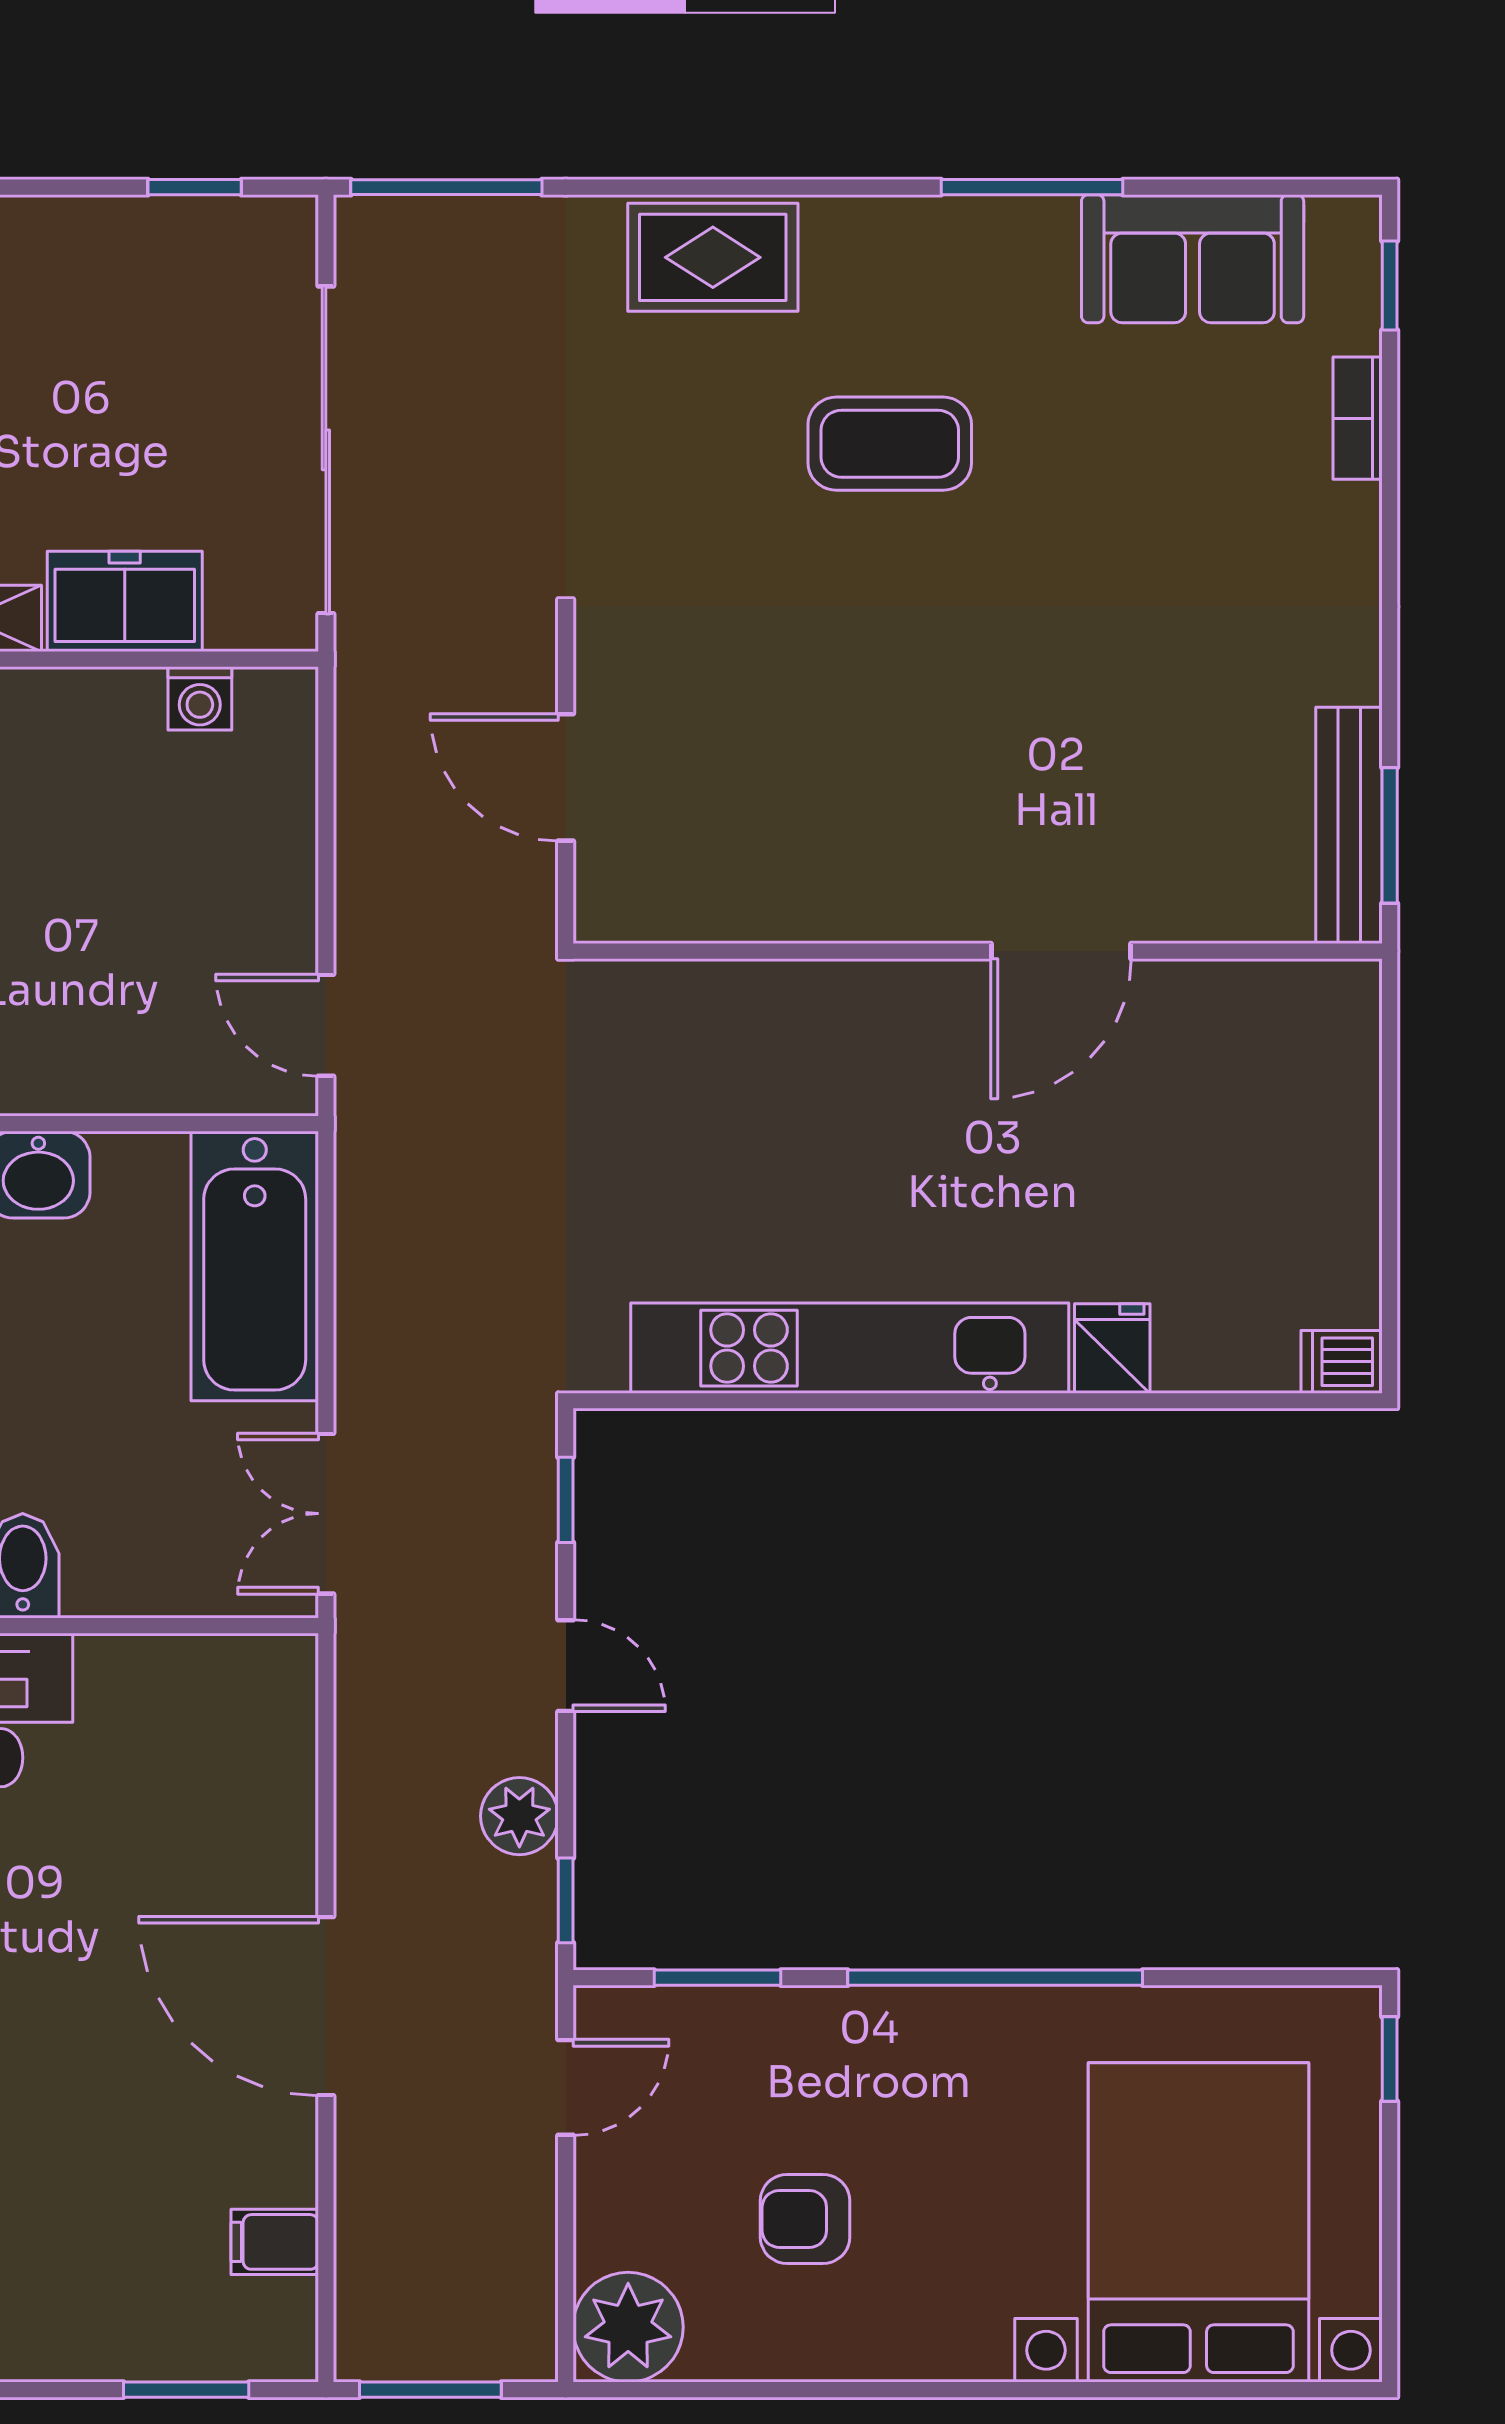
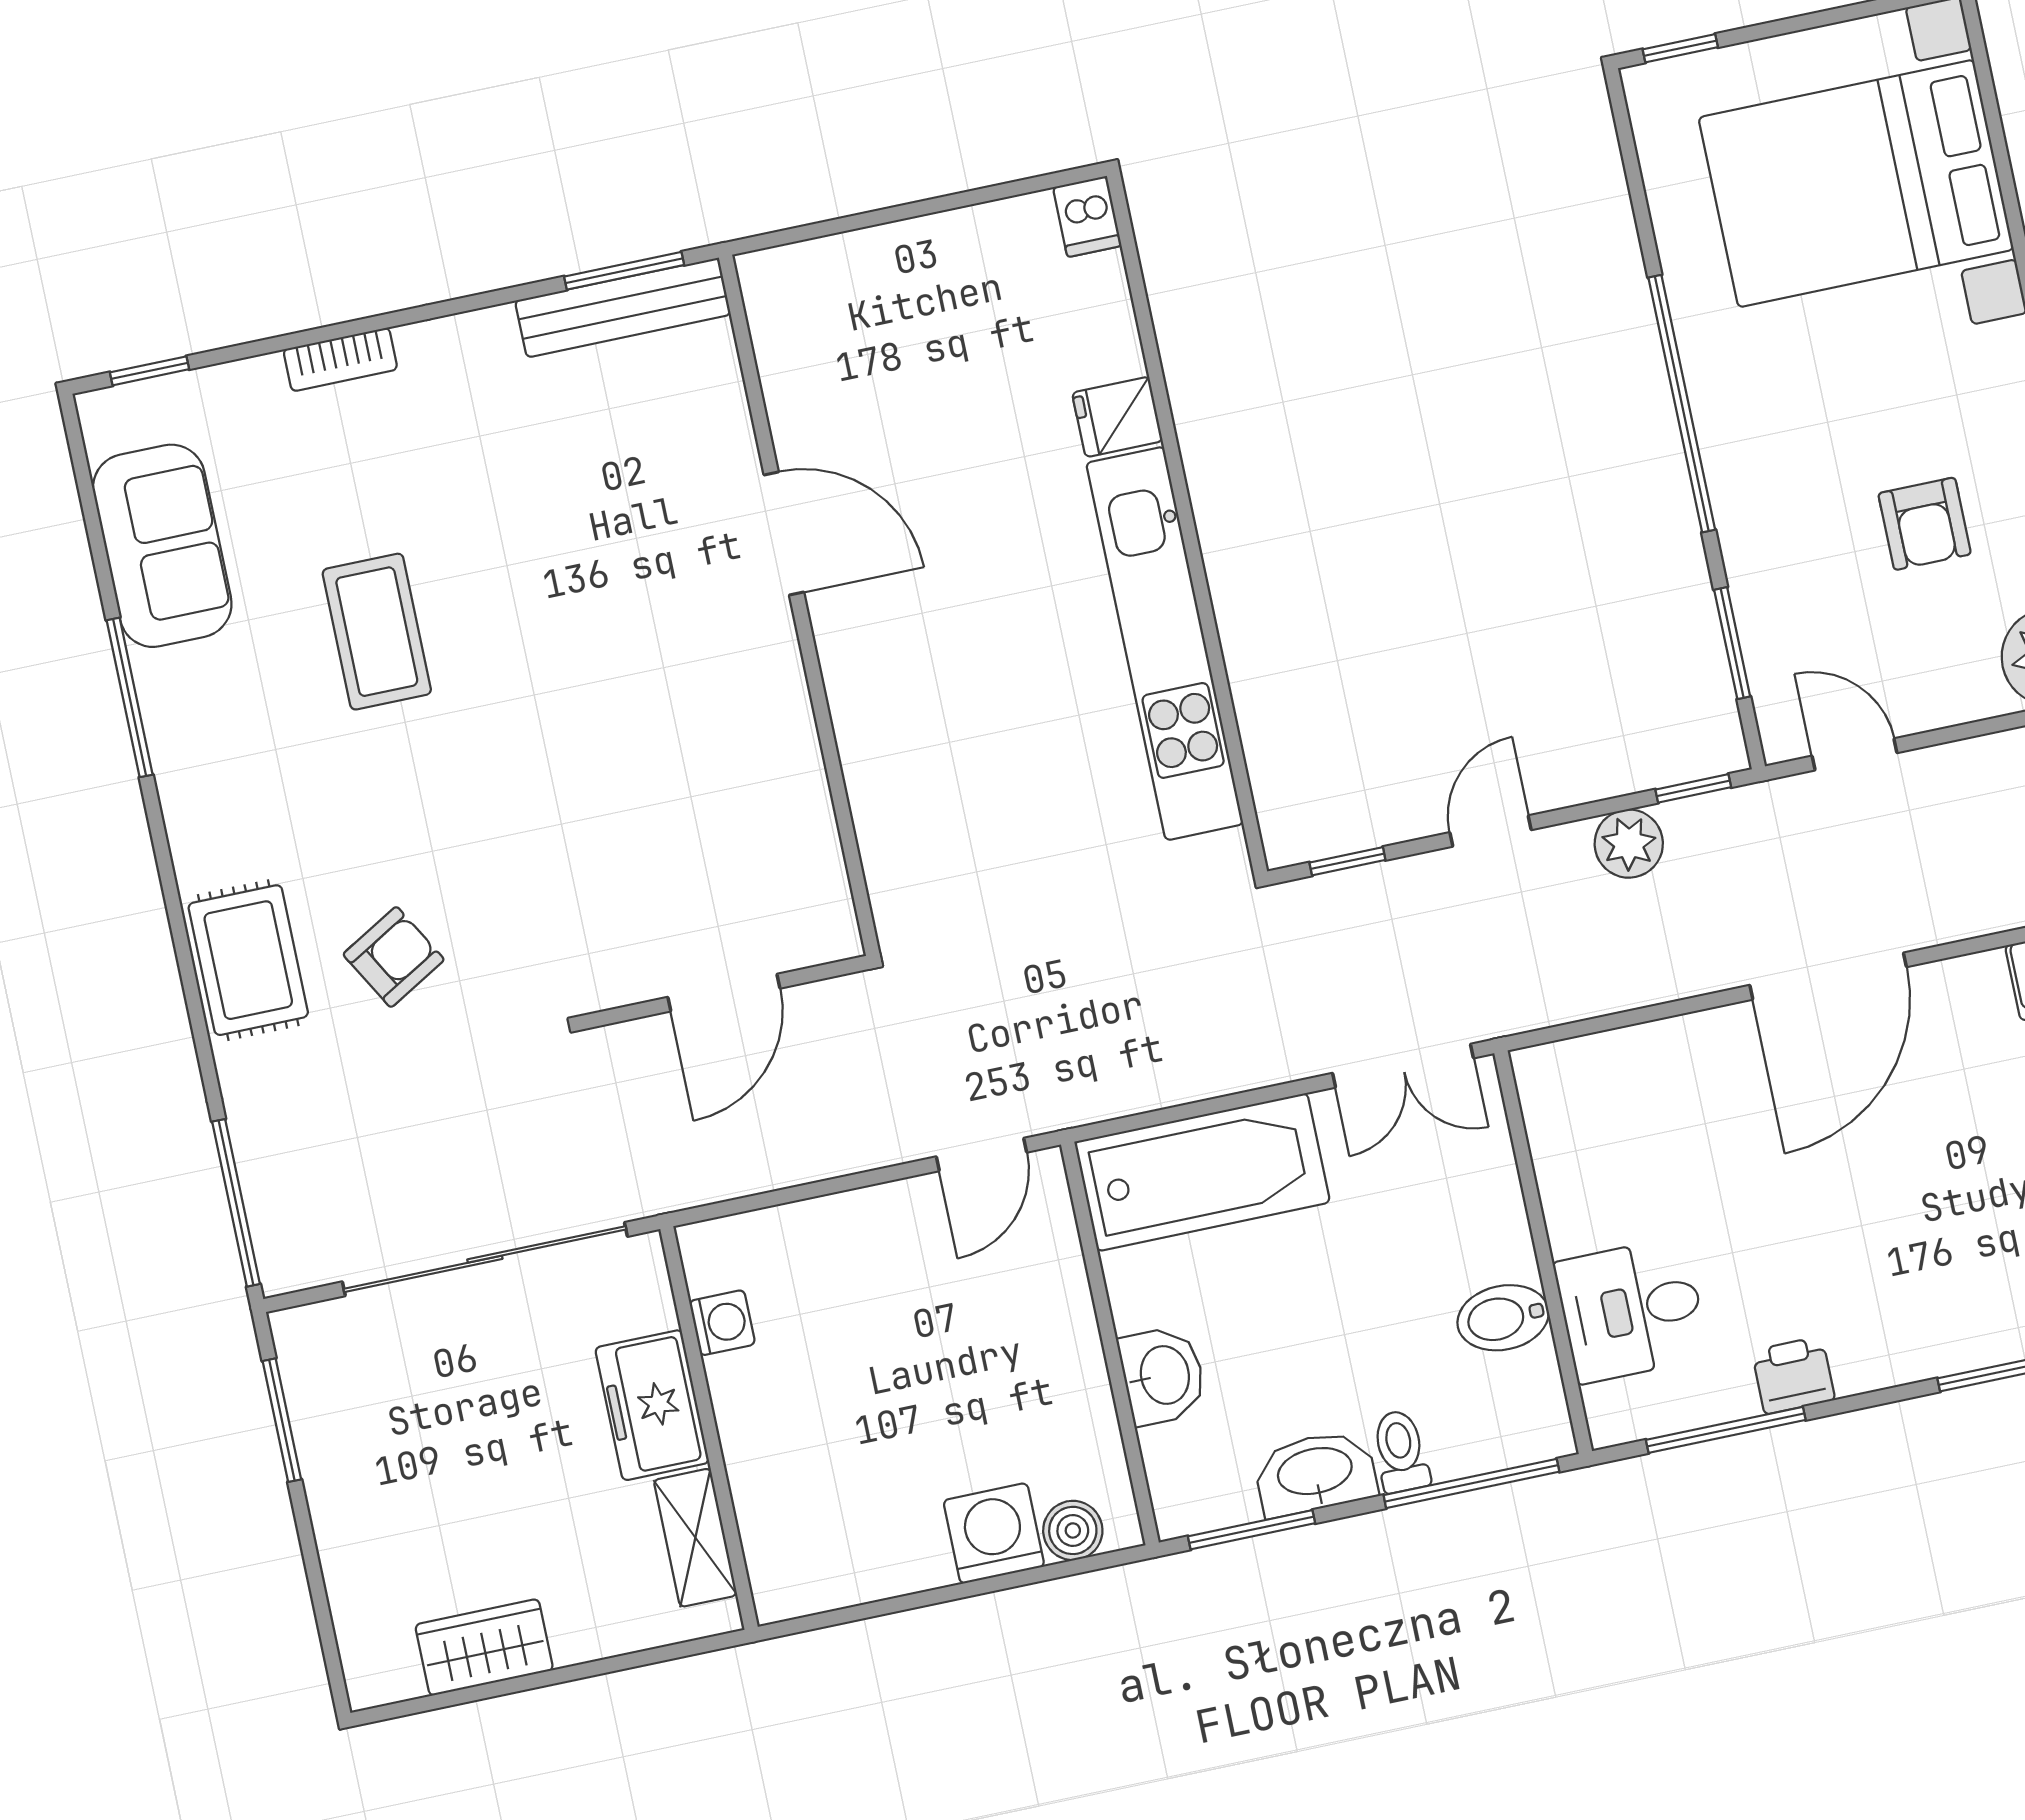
window: (195, 187) -> (282, 1420), width x1.50
bookcase: (1358, 418) -> (340, 359), moved
armchair: (682, 419) -> (394, 957), added
coffee table: (890, 444) -> (377, 632), moved

